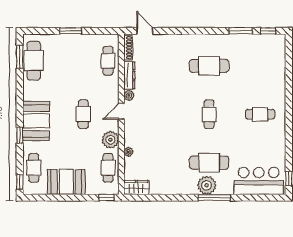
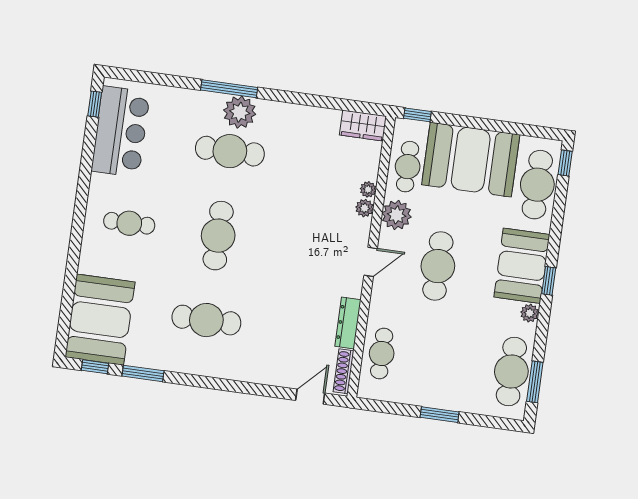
door: (145, 31) -> (310, 397), swing flipped
booth: (269, 58) -> (100, 320), added
plant: (28, 95) -> (530, 313), added
plant: (129, 96) -> (365, 208), moved
cafe table: (83, 114) -> (438, 266), width x1.37, depth x1.35
cafe table: (209, 114) -> (218, 236), width x1.37, depth x1.35
window: (20, 135) -> (549, 281), moved
cafe table: (34, 168) -> (537, 185), width x1.37, depth x1.35
bar counter: (259, 181) -> (121, 132), moved, turned -90
booth: (66, 182) -> (471, 160), width x1.36, depth x1.42

